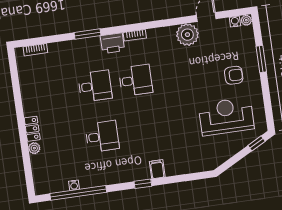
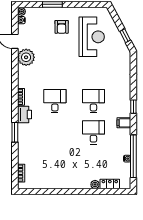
armchair: (234, 75) -> (62, 27), turned 180
desk: (95, 86) -> (93, 101), moved
reception desk: (226, 116) -> (92, 37), turned 180
locker: (32, 129) -> (110, 184), moved
window: (257, 143) -> (125, 36), moved
filing cabinet: (157, 169) -> (124, 123), moved

